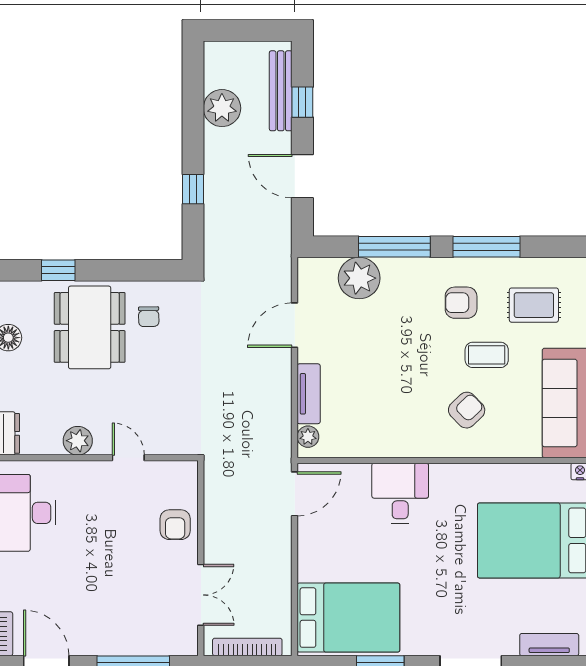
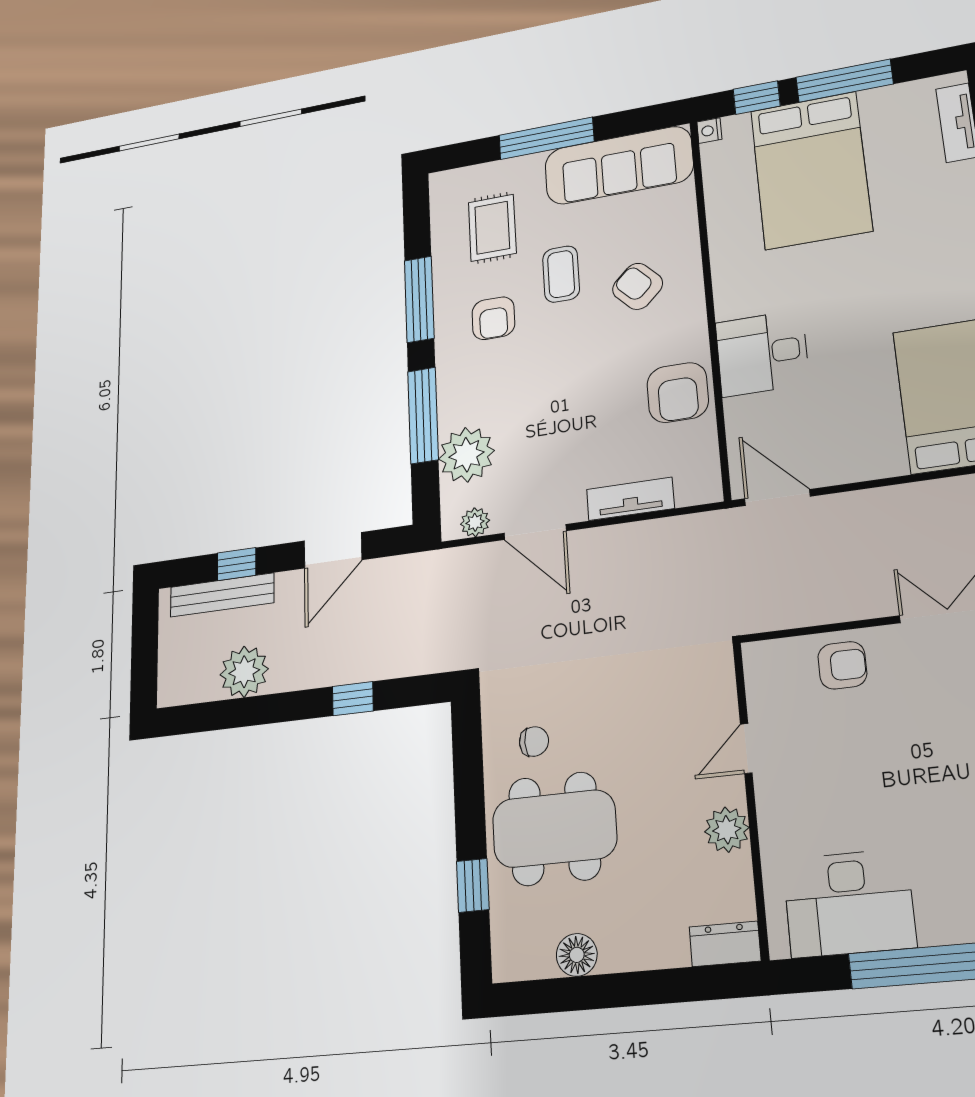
armchair: (381, 433) -> (678, 393), added
plant: (308, 437) -> (475, 522), moved

